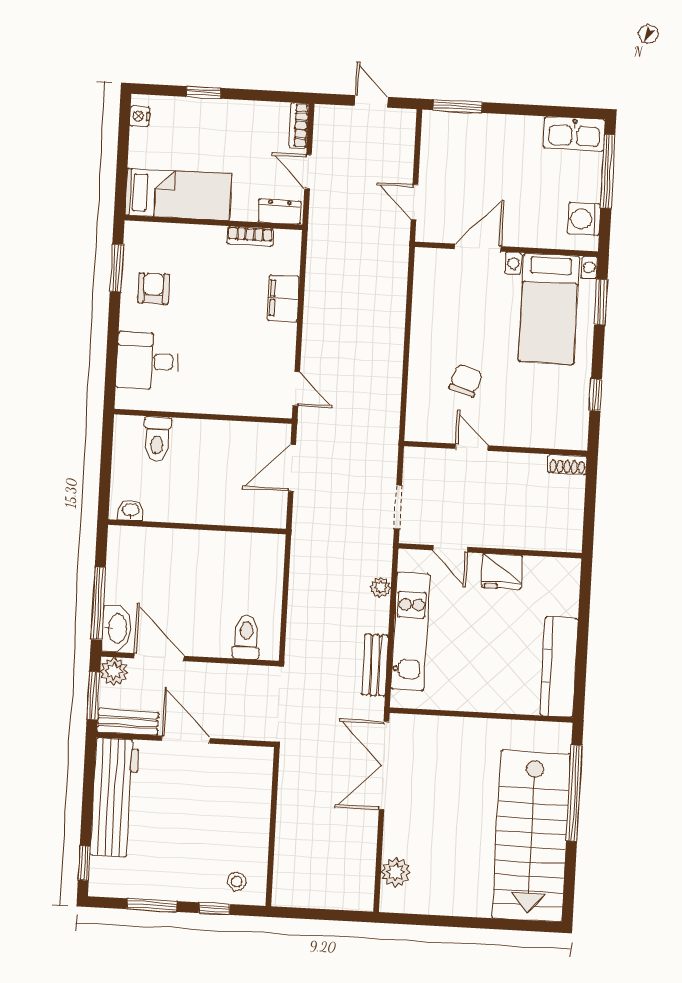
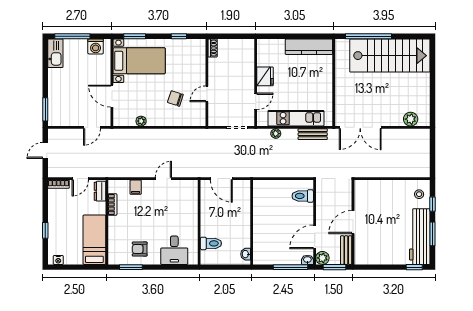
filing cabinet: (283, 298) -> (136, 187), width x0.50
plant: (422, 306) -> (141, 121), added
door: (296, 389) -> (163, 179), moved
washbasin: (117, 628) -> (307, 260), width x0.52, depth x0.69
workbench: (115, 797) -> (420, 237), moved, turned -90

